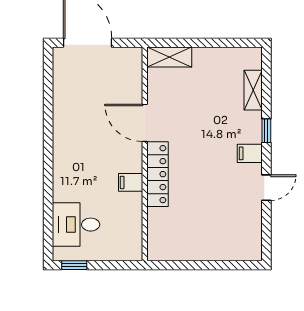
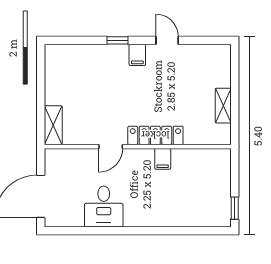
shelving: (253, 90) -> (223, 106), moved, turned 90
door: (145, 123) -> (111, 147), width x0.73
desk: (76, 225) -> (104, 207), moved

